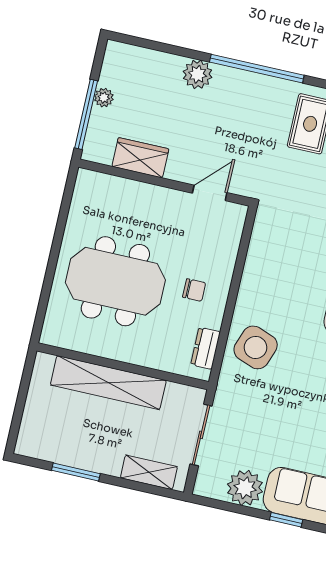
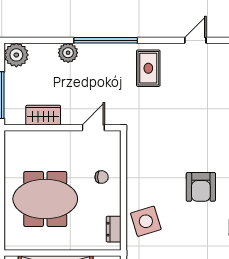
plant: (104, 98) -> (16, 55), moved, width x1.87, depth x1.87
chair: (194, 290) -> (102, 177), moved
side table: (256, 347) -> (146, 221), turned -37

